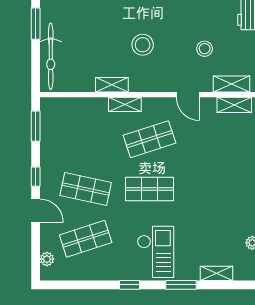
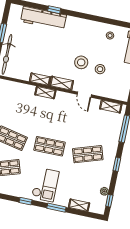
stool: (143, 45) -> (81, 62), moved
shelving: (231, 84) -> (62, 83), moved
shop shelf: (149, 139) -> (88, 154), moved

